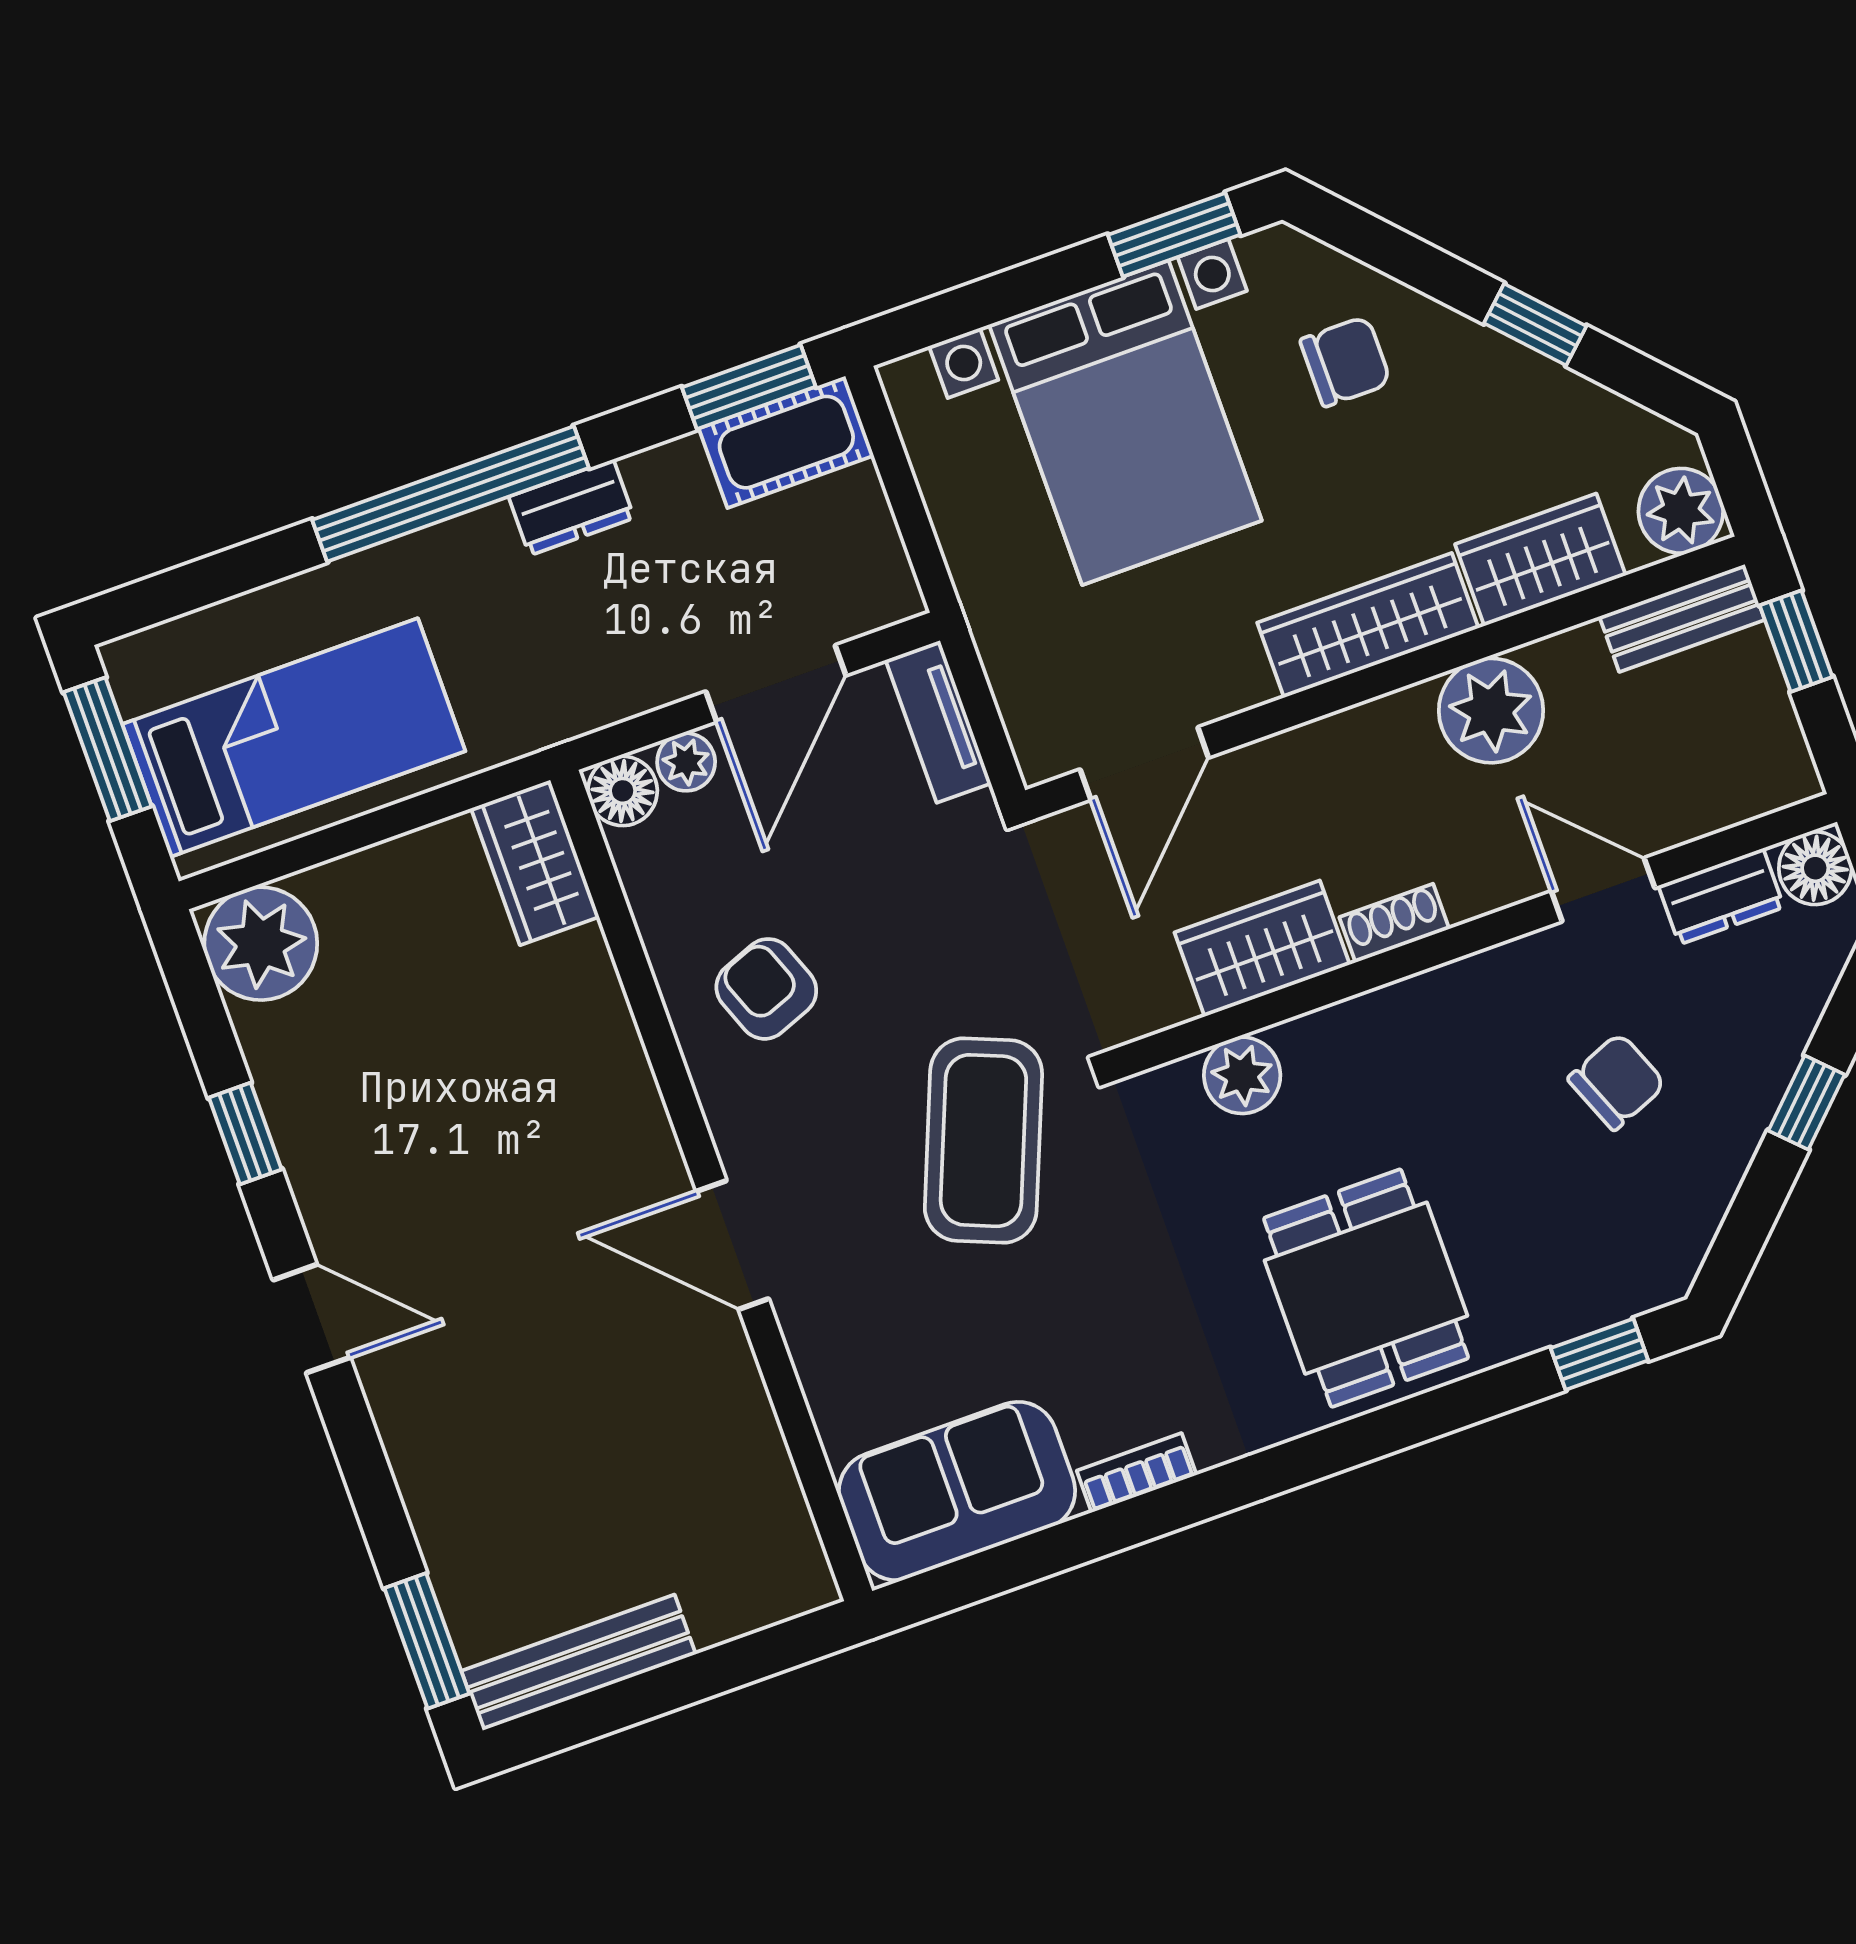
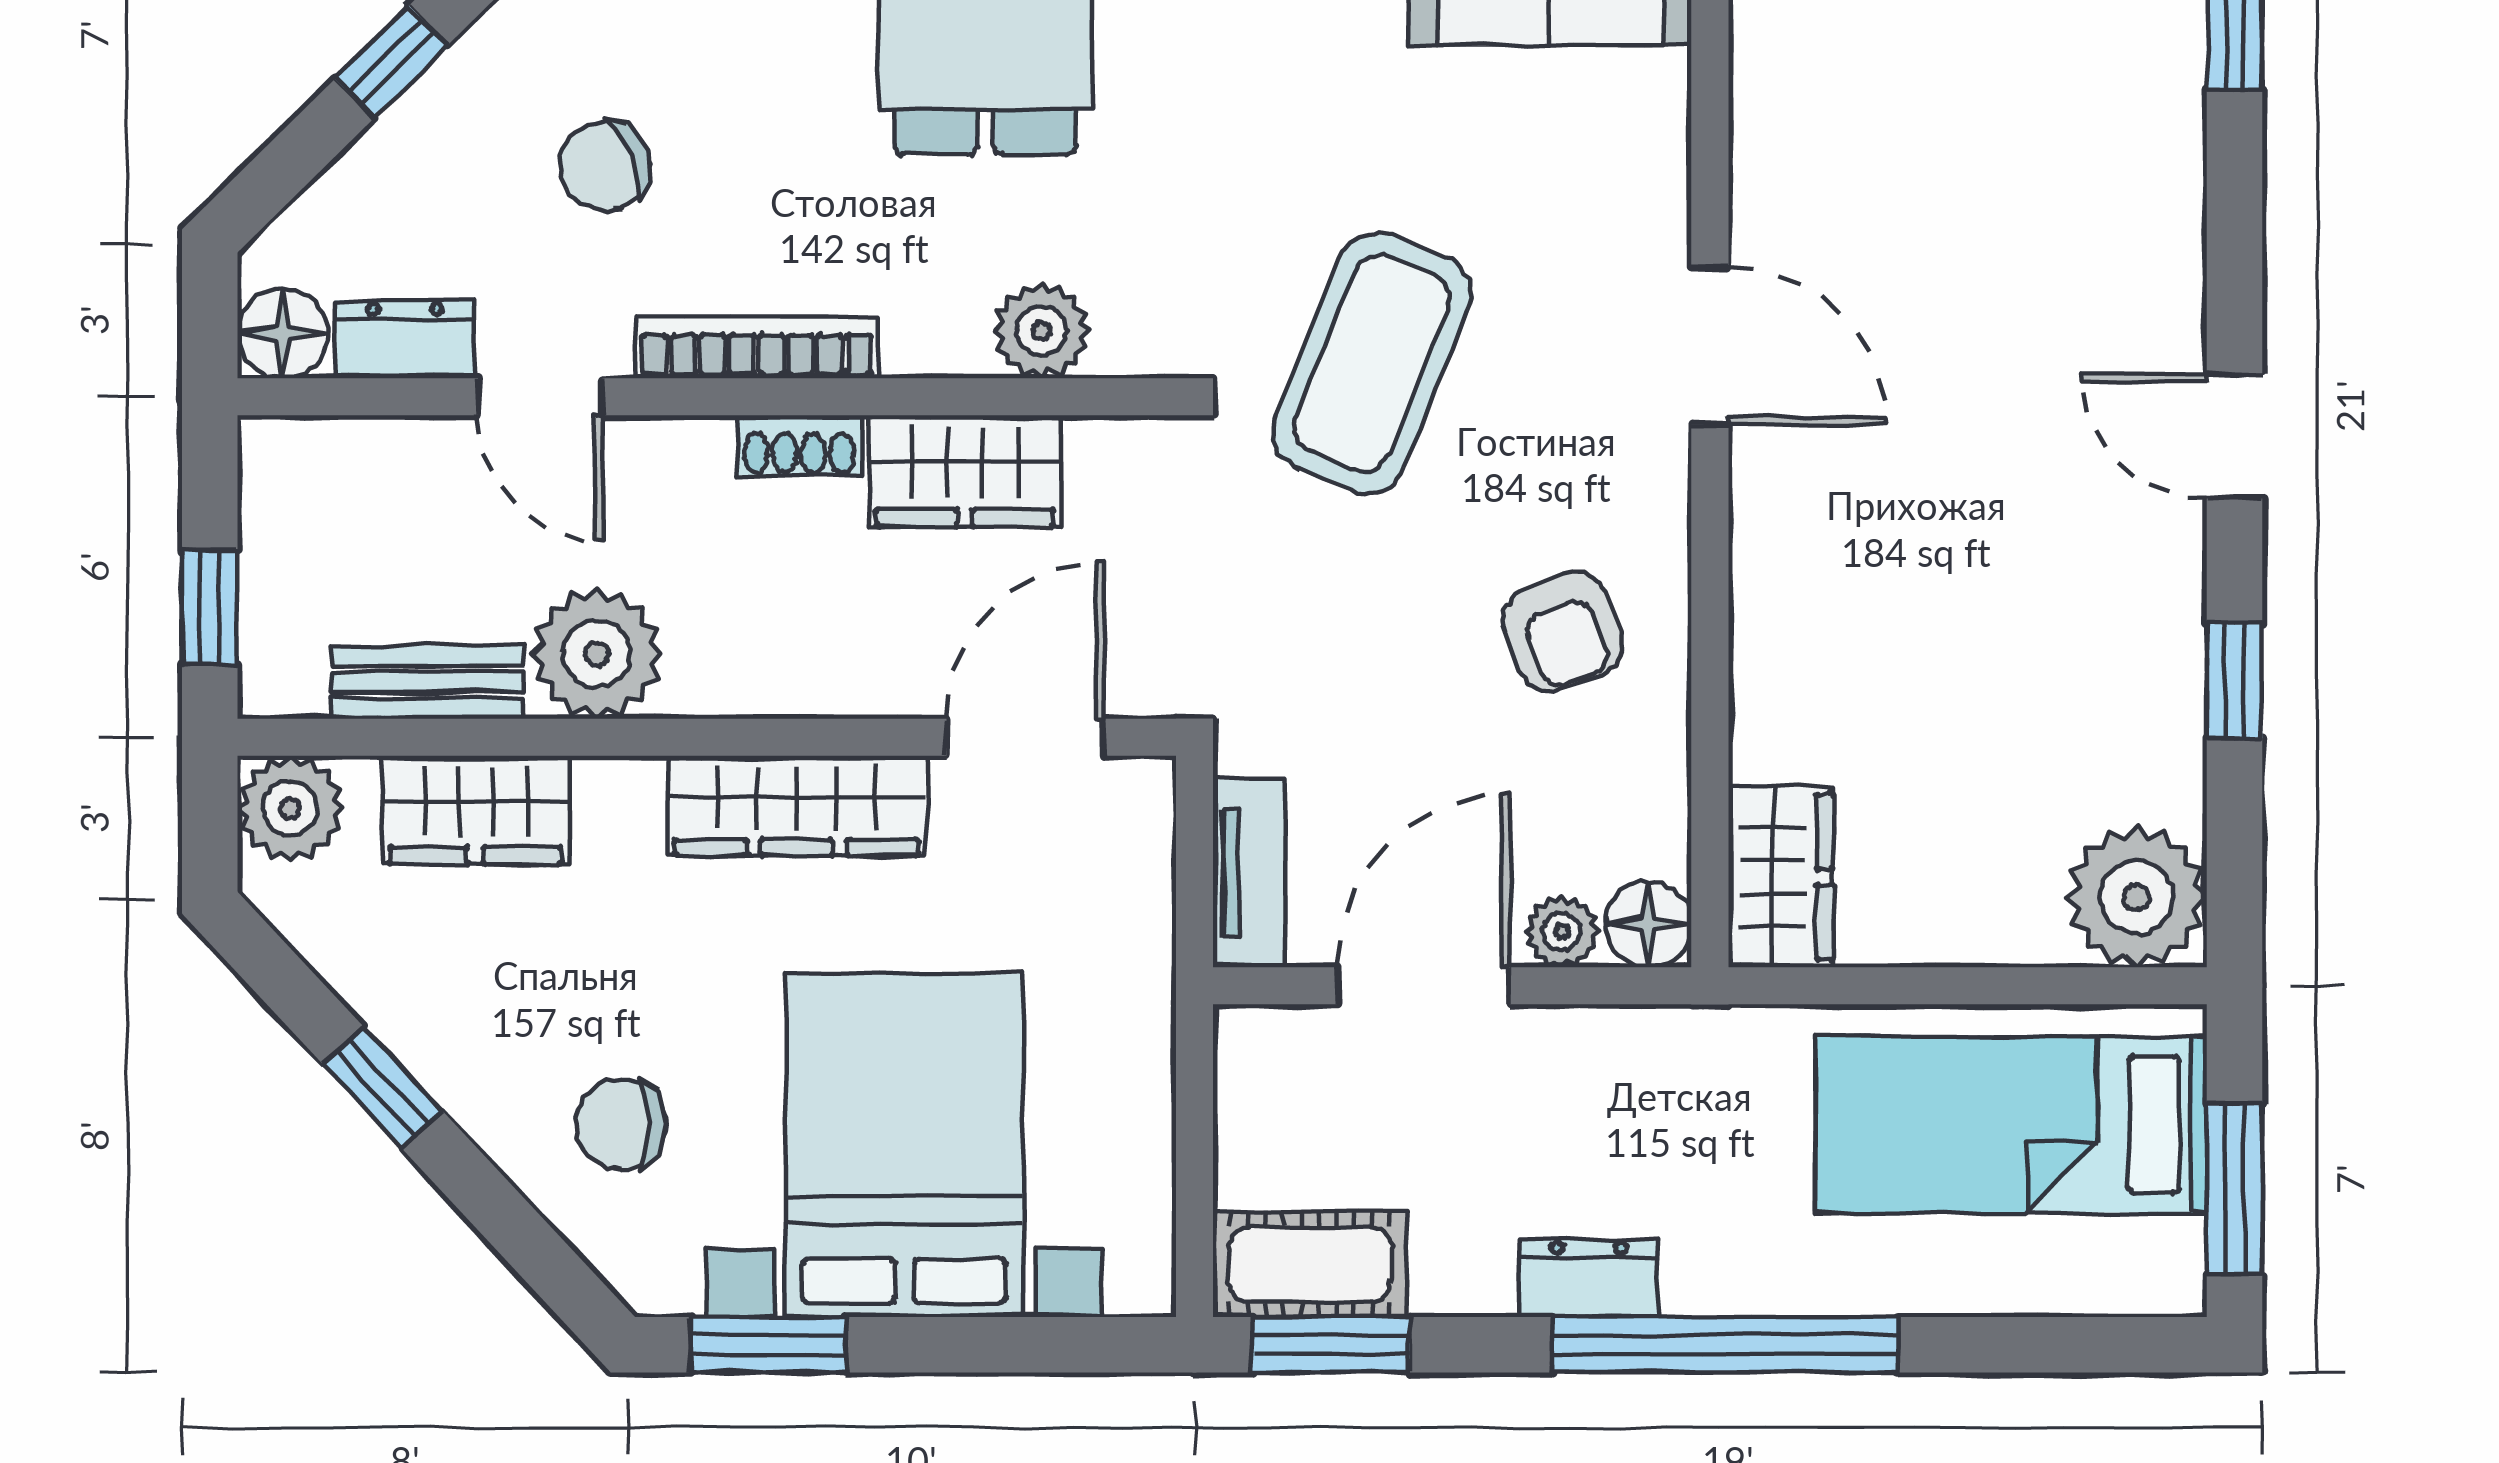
bench: (1682, 618) -> (428, 682), moved
wardrobe: (1368, 625) -> (797, 805), moved
bookcase: (1453, 986) -> (757, 347), added

